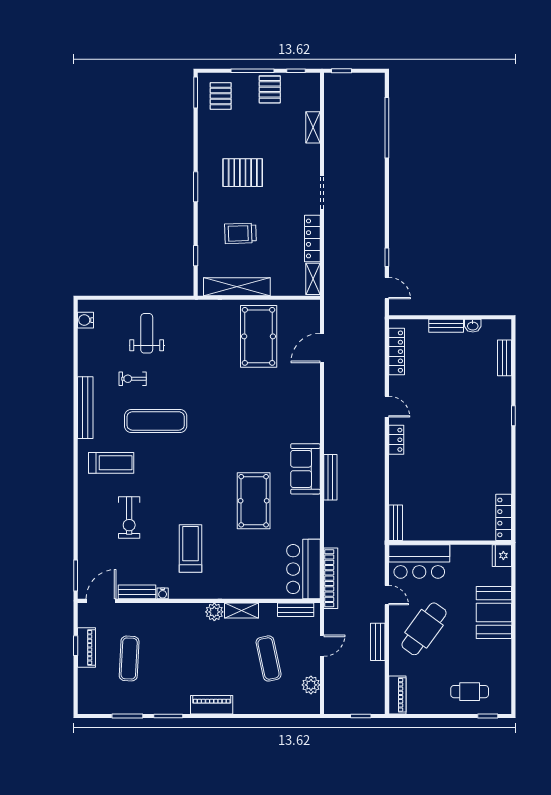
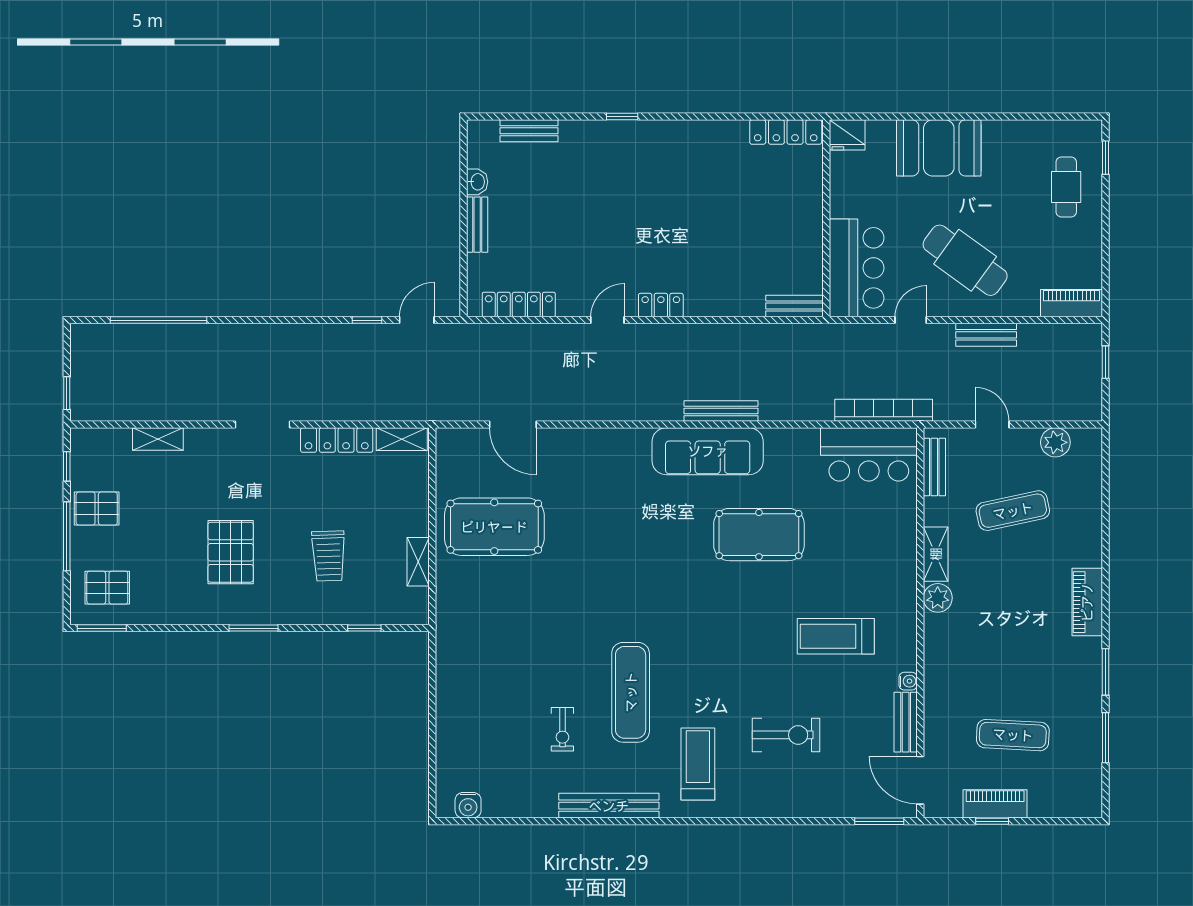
shelving: (237, 287) -> (418, 562), width x0.45, depth x0.75
weight bench: (147, 333) -> (489, 707), removed
sofa: (305, 469) -> (708, 451), width x1.36

